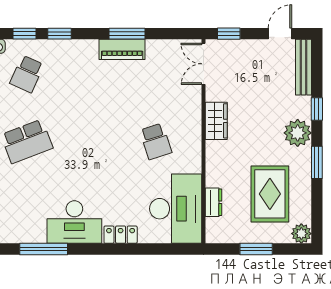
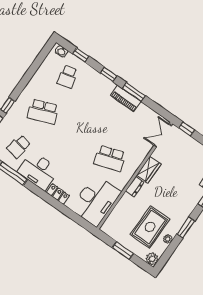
window: (59, 34) -> (109, 74), moved
school desk: (27, 74) -> (67, 77), turned -39
plant: (298, 133) -> (168, 239), moved, width x0.53, depth x0.53
school desk: (156, 141) -> (110, 158), width x1.85
dresser: (214, 202) -> (135, 187), moved
school desk: (27, 209) -> (19, 147), added

